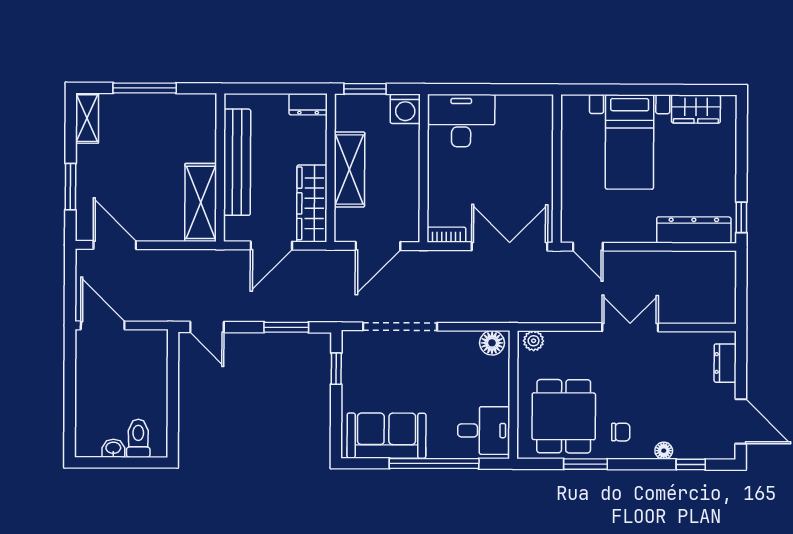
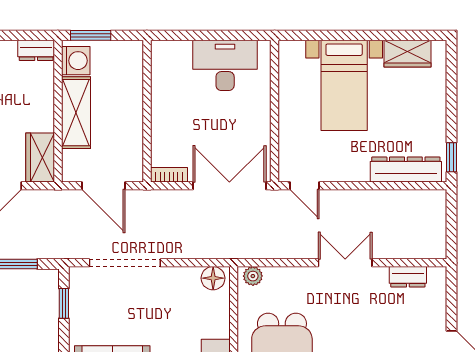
washing machine: (405, 109) -> (76, 61), moved, turned -90
desk: (461, 121) -> (225, 65), moved
wardrobe: (312, 203) -> (40, 158), width x0.67
door: (378, 246) -> (104, 186), hinge flipped
dresser: (725, 363) -> (408, 277), moved, turned -90

